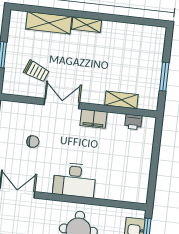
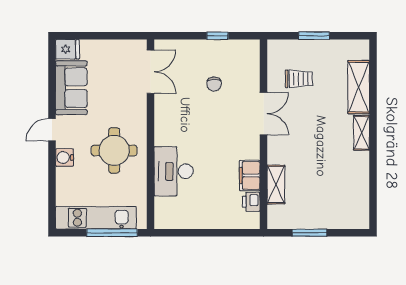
trolley: (36, 71) -> (299, 79), turned -112
filing cabinet: (94, 119) -> (250, 175), moved
desk: (74, 180) -> (174, 171), moved

